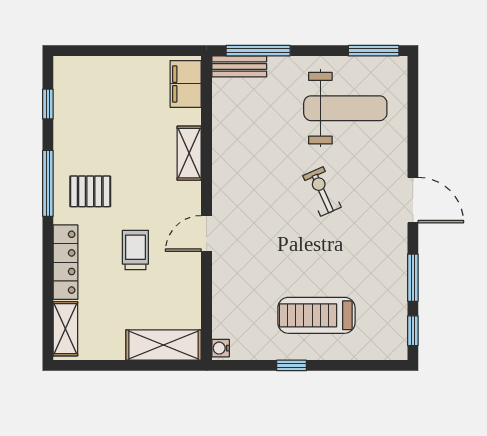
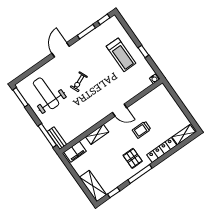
shelving: (164, 345) -> (93, 186), moved

